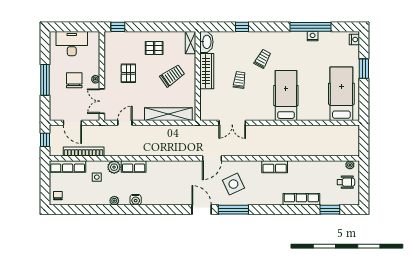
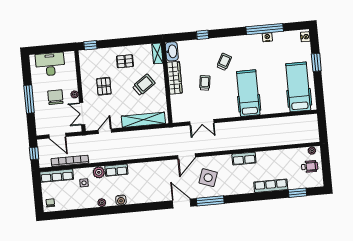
side table: (233, 184) -> (208, 178), turned 45

